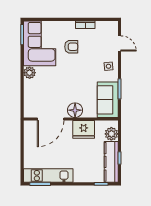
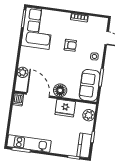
armchair: (71, 47) -> (70, 45), moved
plant: (30, 73) -> (23, 72), moved
door: (51, 119) -> (38, 95), swing flipped
dishwasher: (29, 127) -> (18, 100), added
kitchen counter: (111, 162) -> (84, 145), width x0.67

